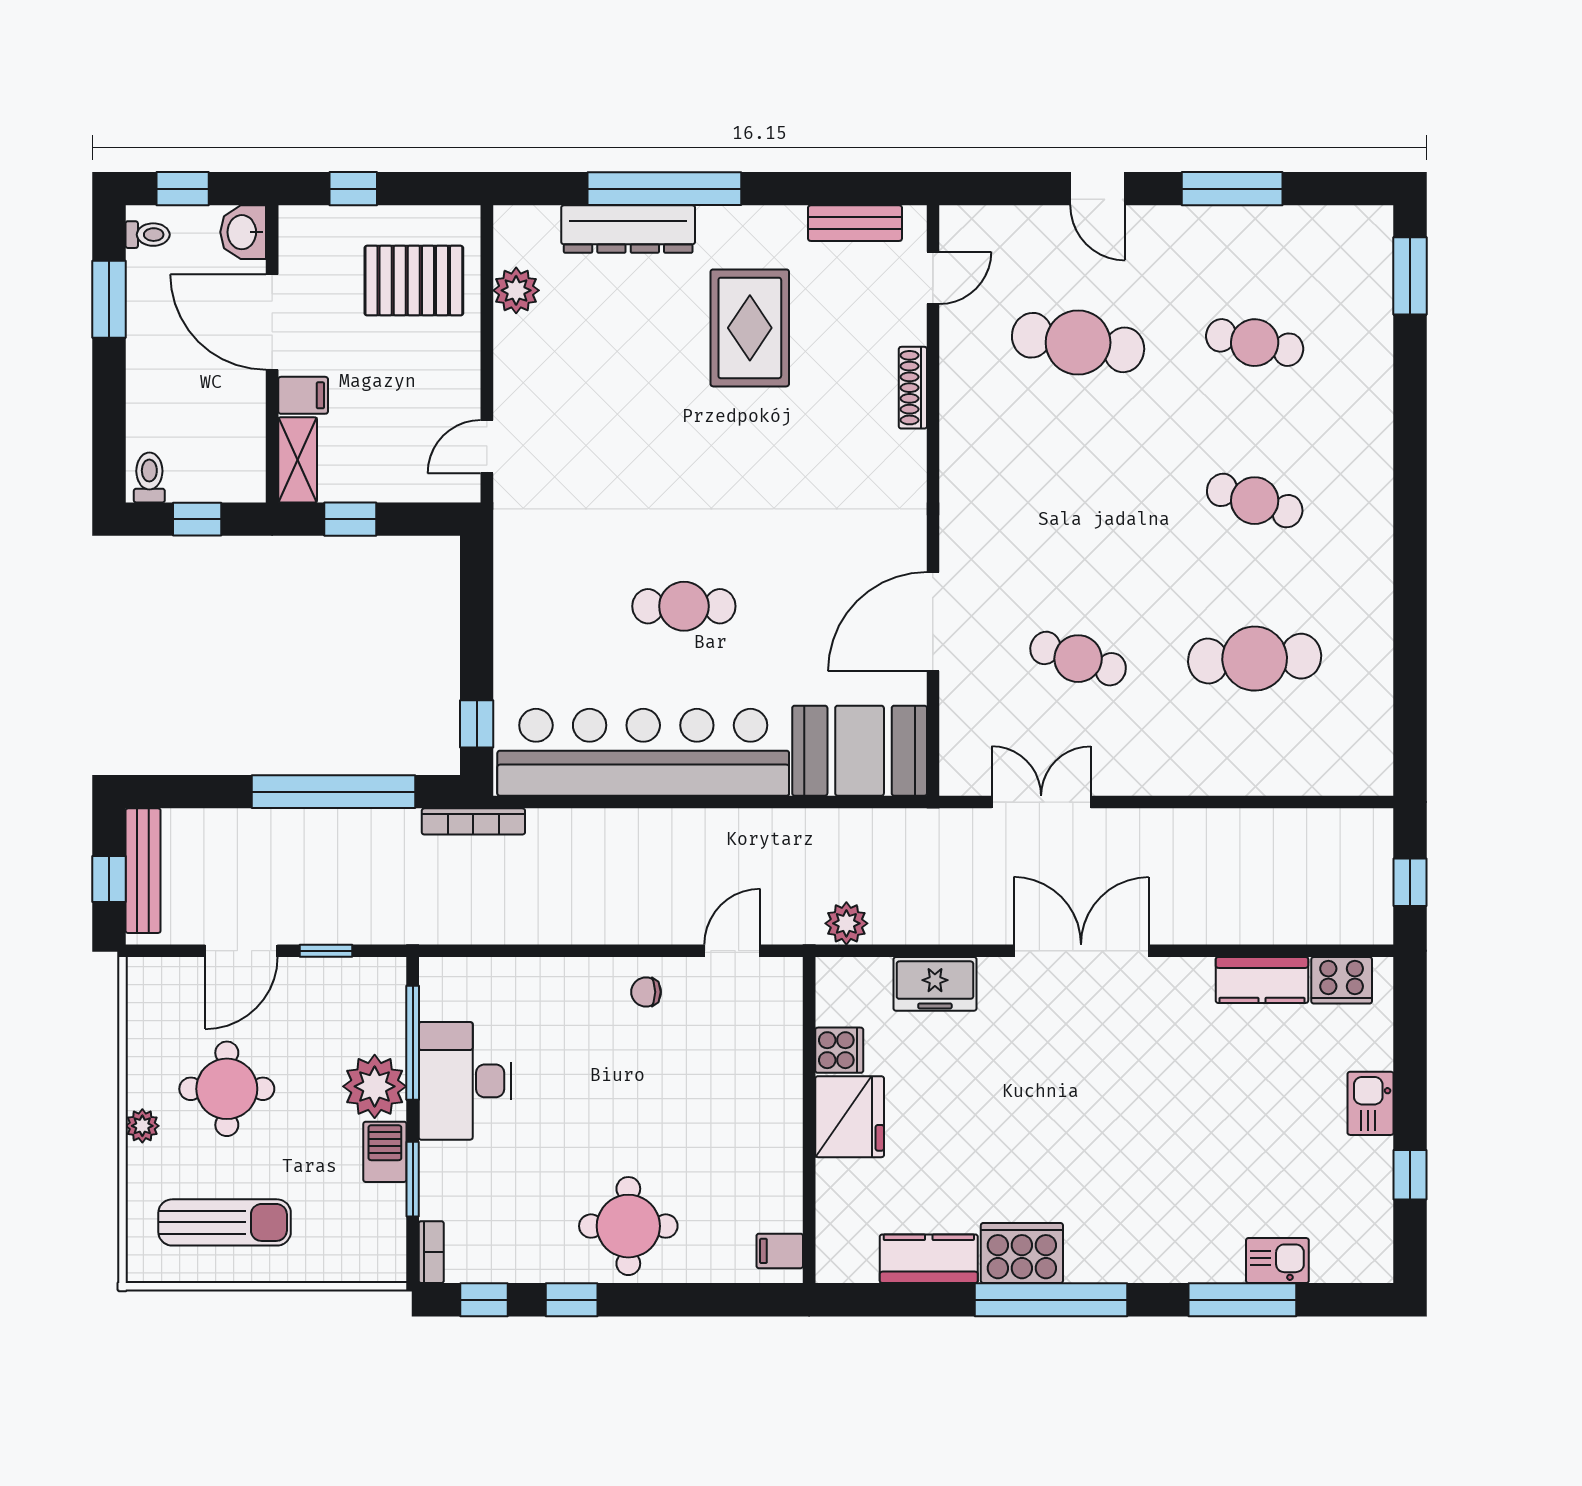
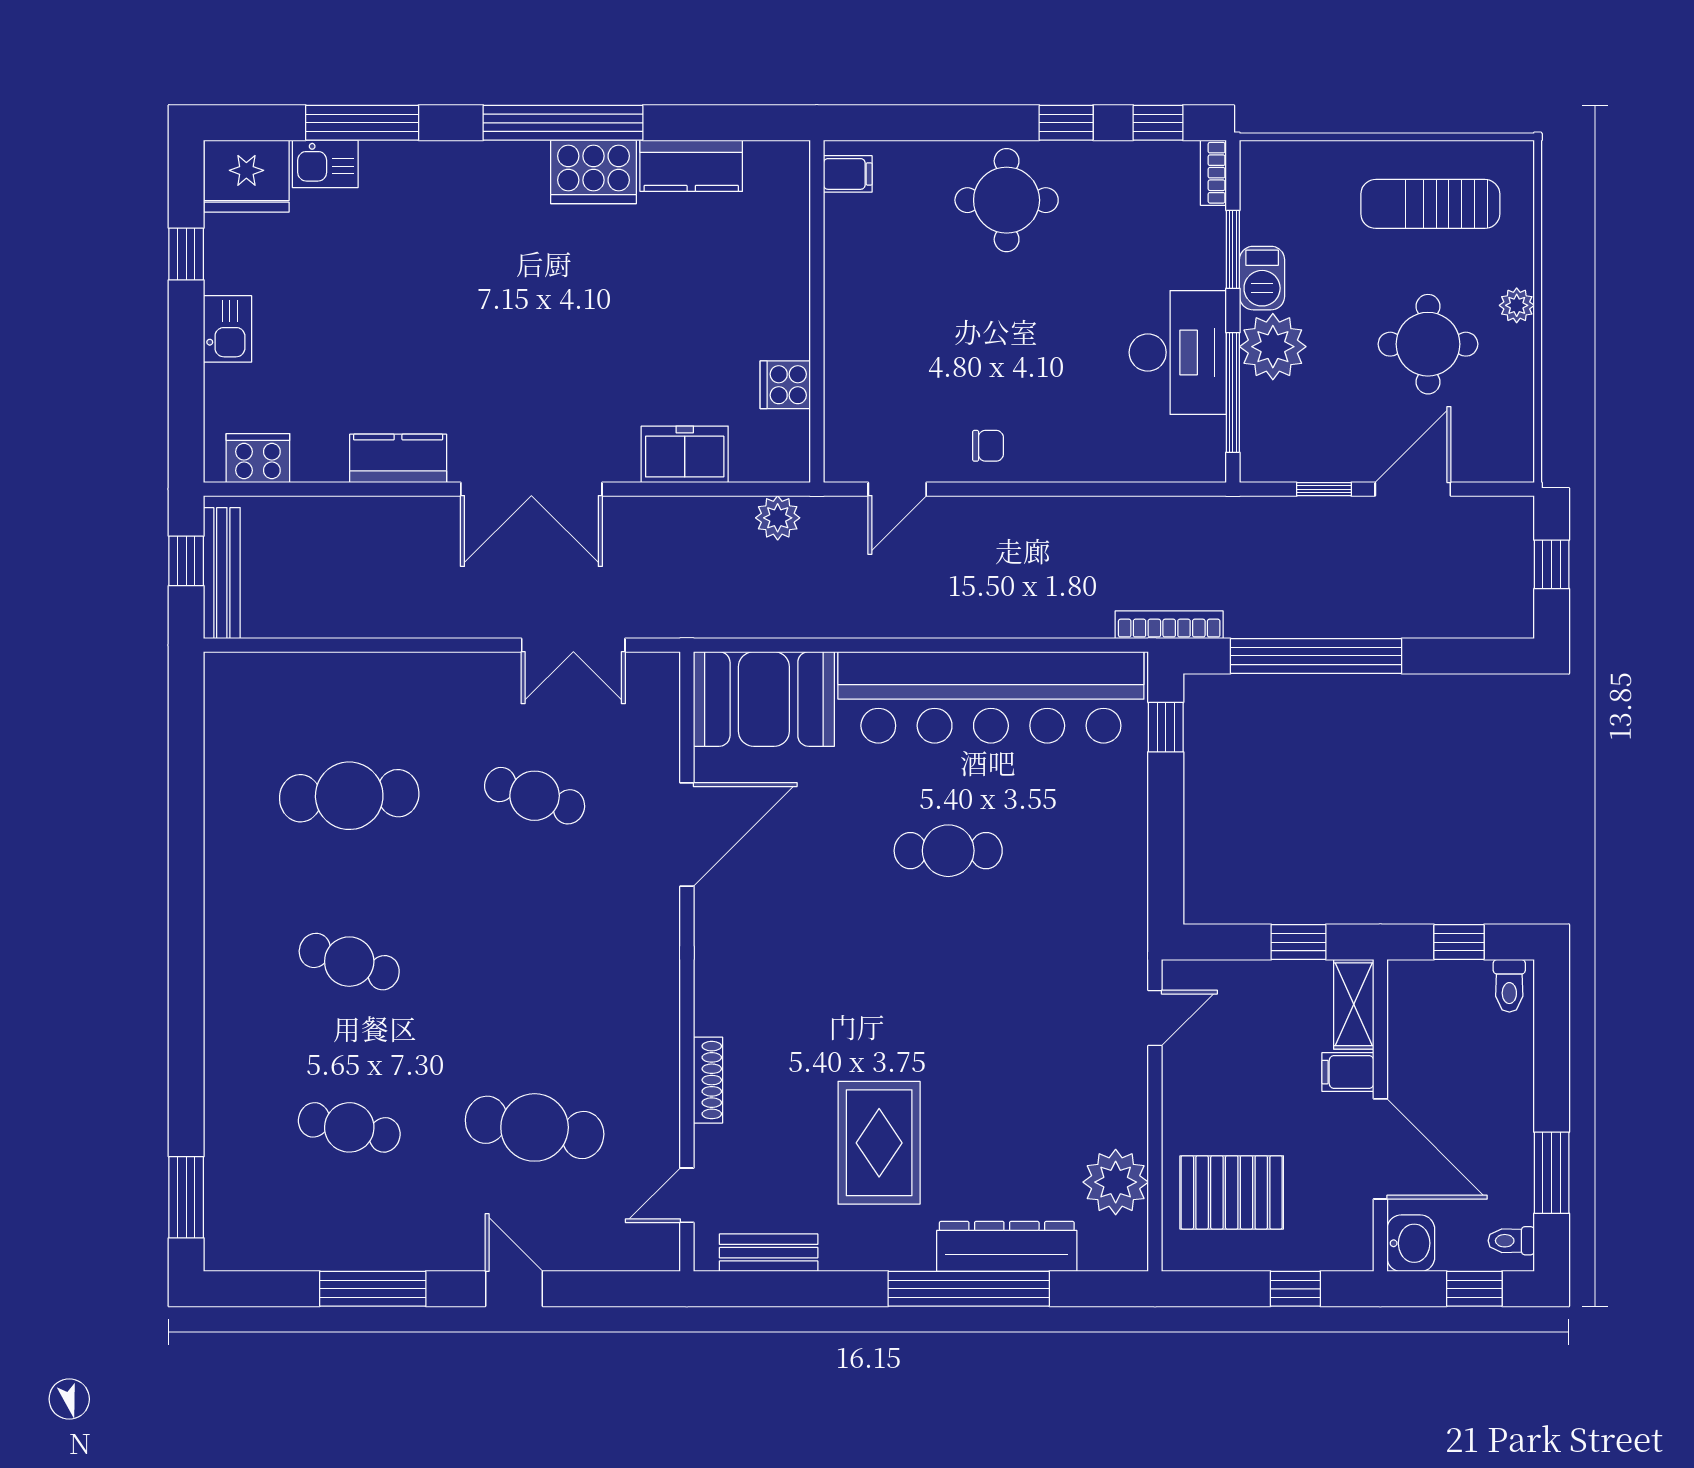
plant: (516, 290) -> (1116, 1182), width x1.36, depth x1.36
bench: (143, 871) -> (222, 573), moved
kitchen counter: (1262, 980) -> (398, 458), moved
fridge: (850, 1117) -> (246, 176), moved, turned -90

